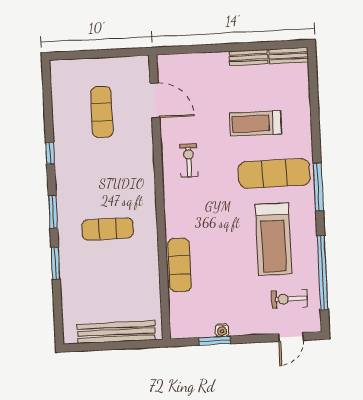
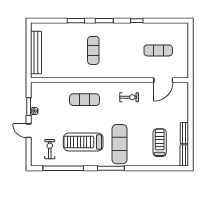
treadmill: (256, 123) -> (160, 143), moved
exercise mat: (180, 265) -> (84, 100), moved
door: (291, 337) -> (29, 131), moved

